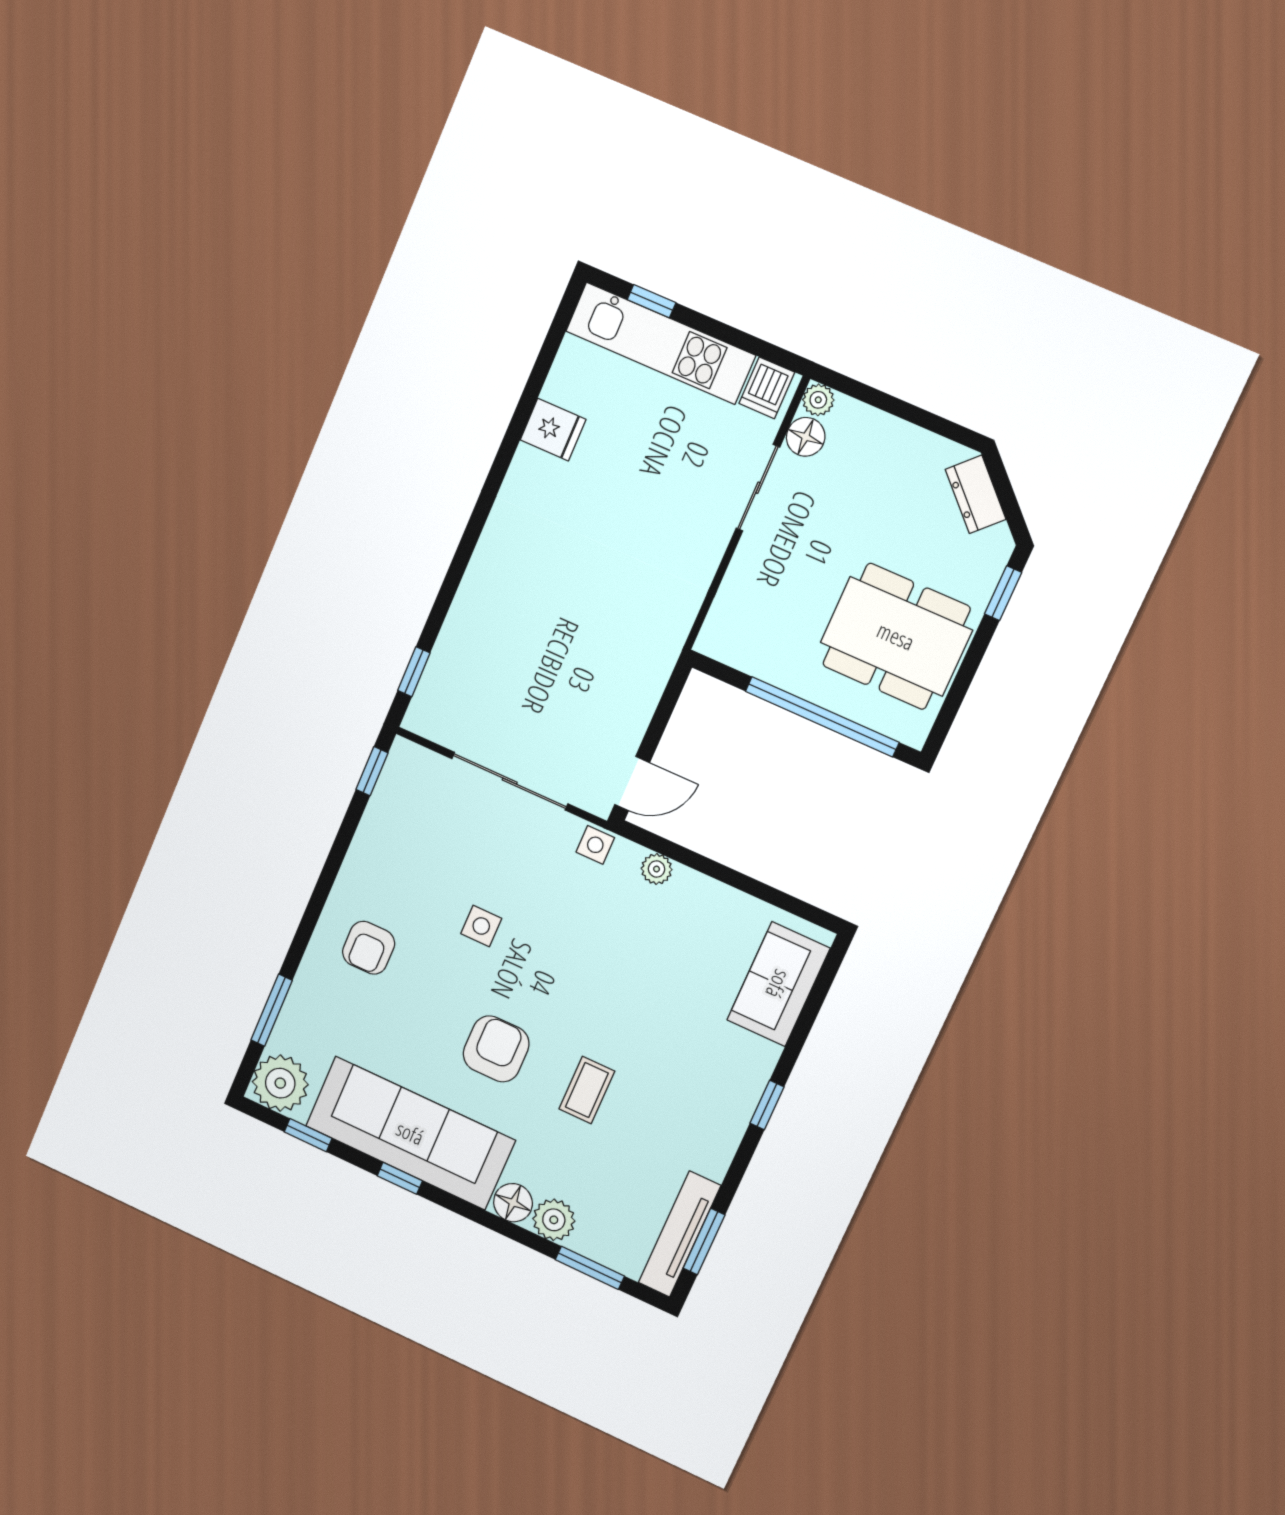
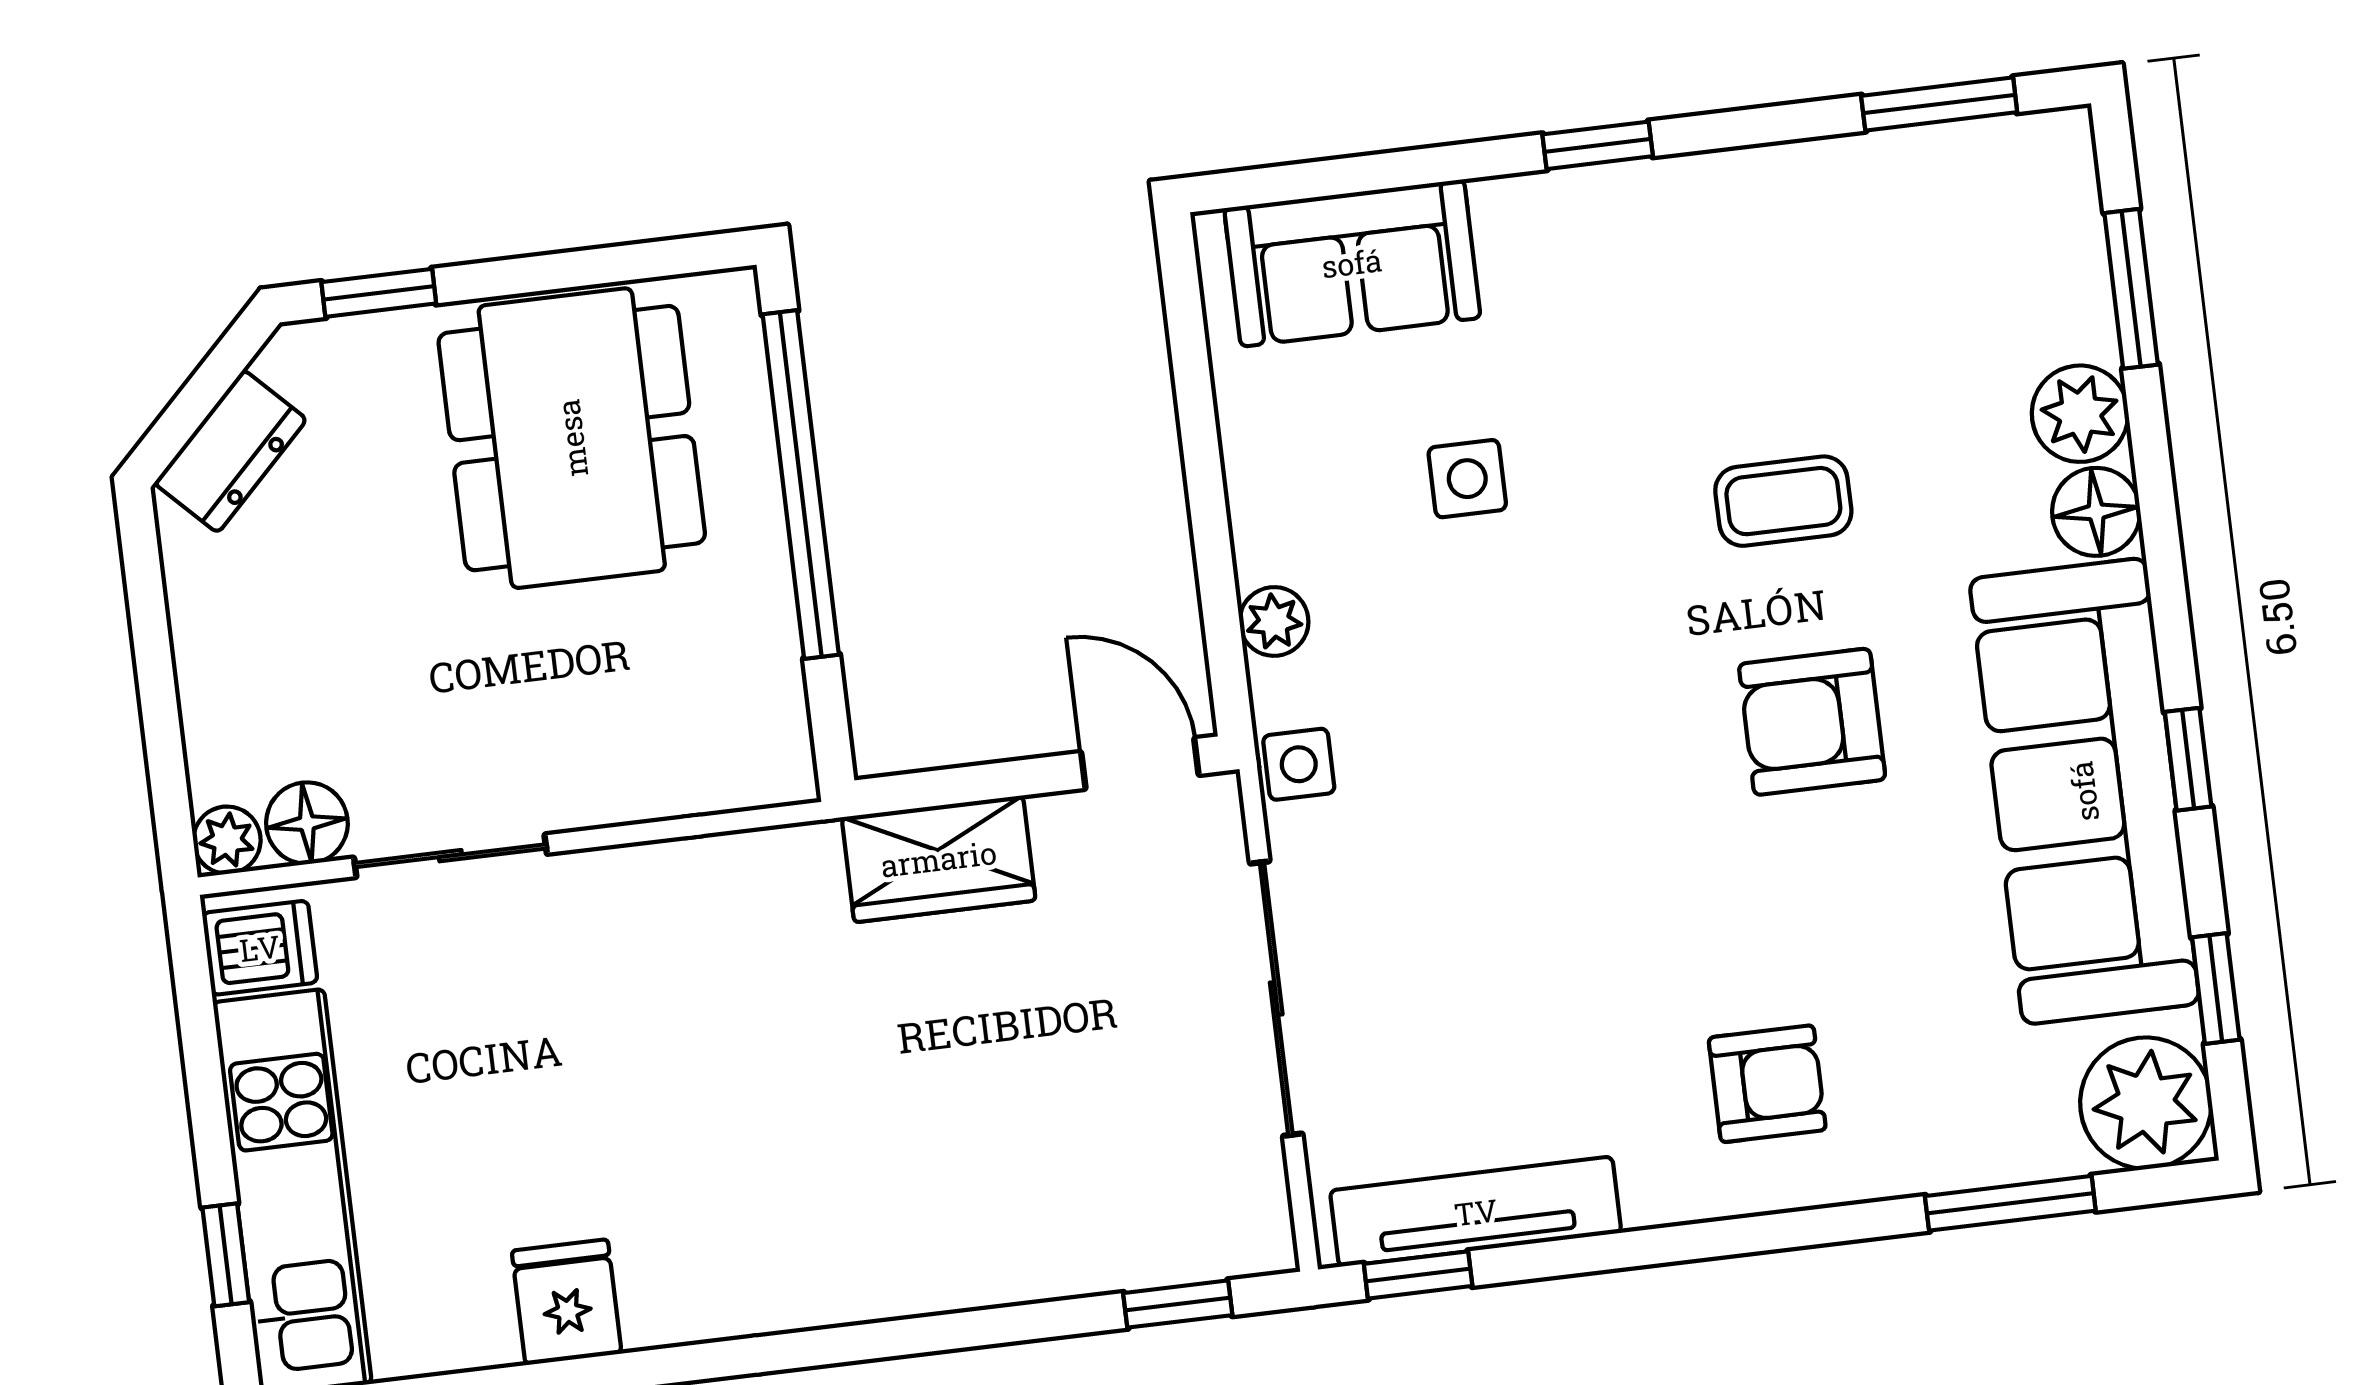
wardrobe: (641, 682) -> (939, 859), added
side table: (481, 926) -> (1467, 479), moved
tv unit: (679, 1234) -> (1476, 1212), moved, turned 180

